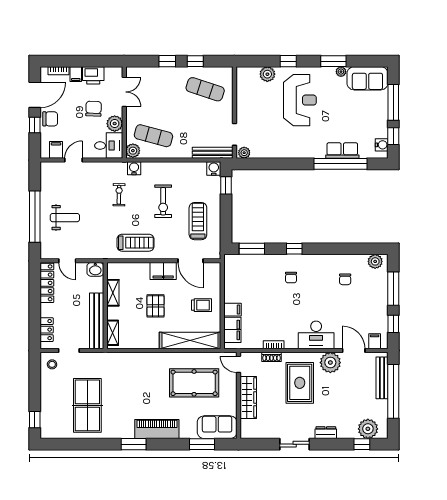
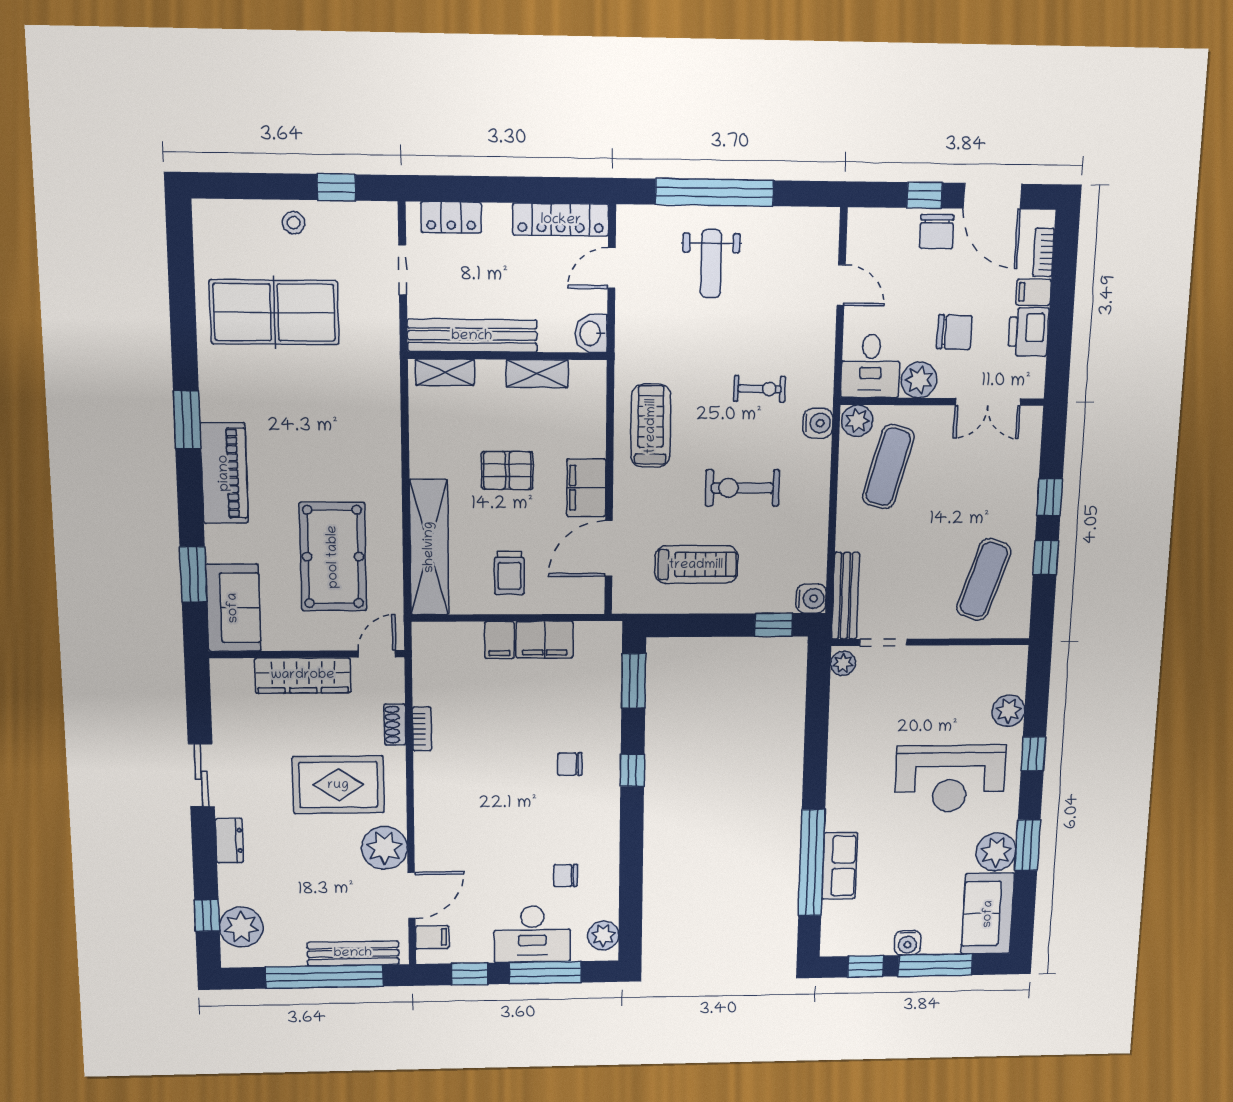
plant: (341, 72) -> (996, 852), width x1.87, depth x1.87
water cooler: (382, 145) -> (908, 943), moved
filing cabinet: (56, 150) -> (866, 245), removed
treadmill: (136, 243) -> (651, 426), turned 180
filing cabinet: (232, 330) -> (545, 640), moved
desk: (316, 335) -> (532, 934), moved, turned -90
stool: (52, 364) -> (294, 223), moved
window: (35, 420) -> (336, 187), moved

